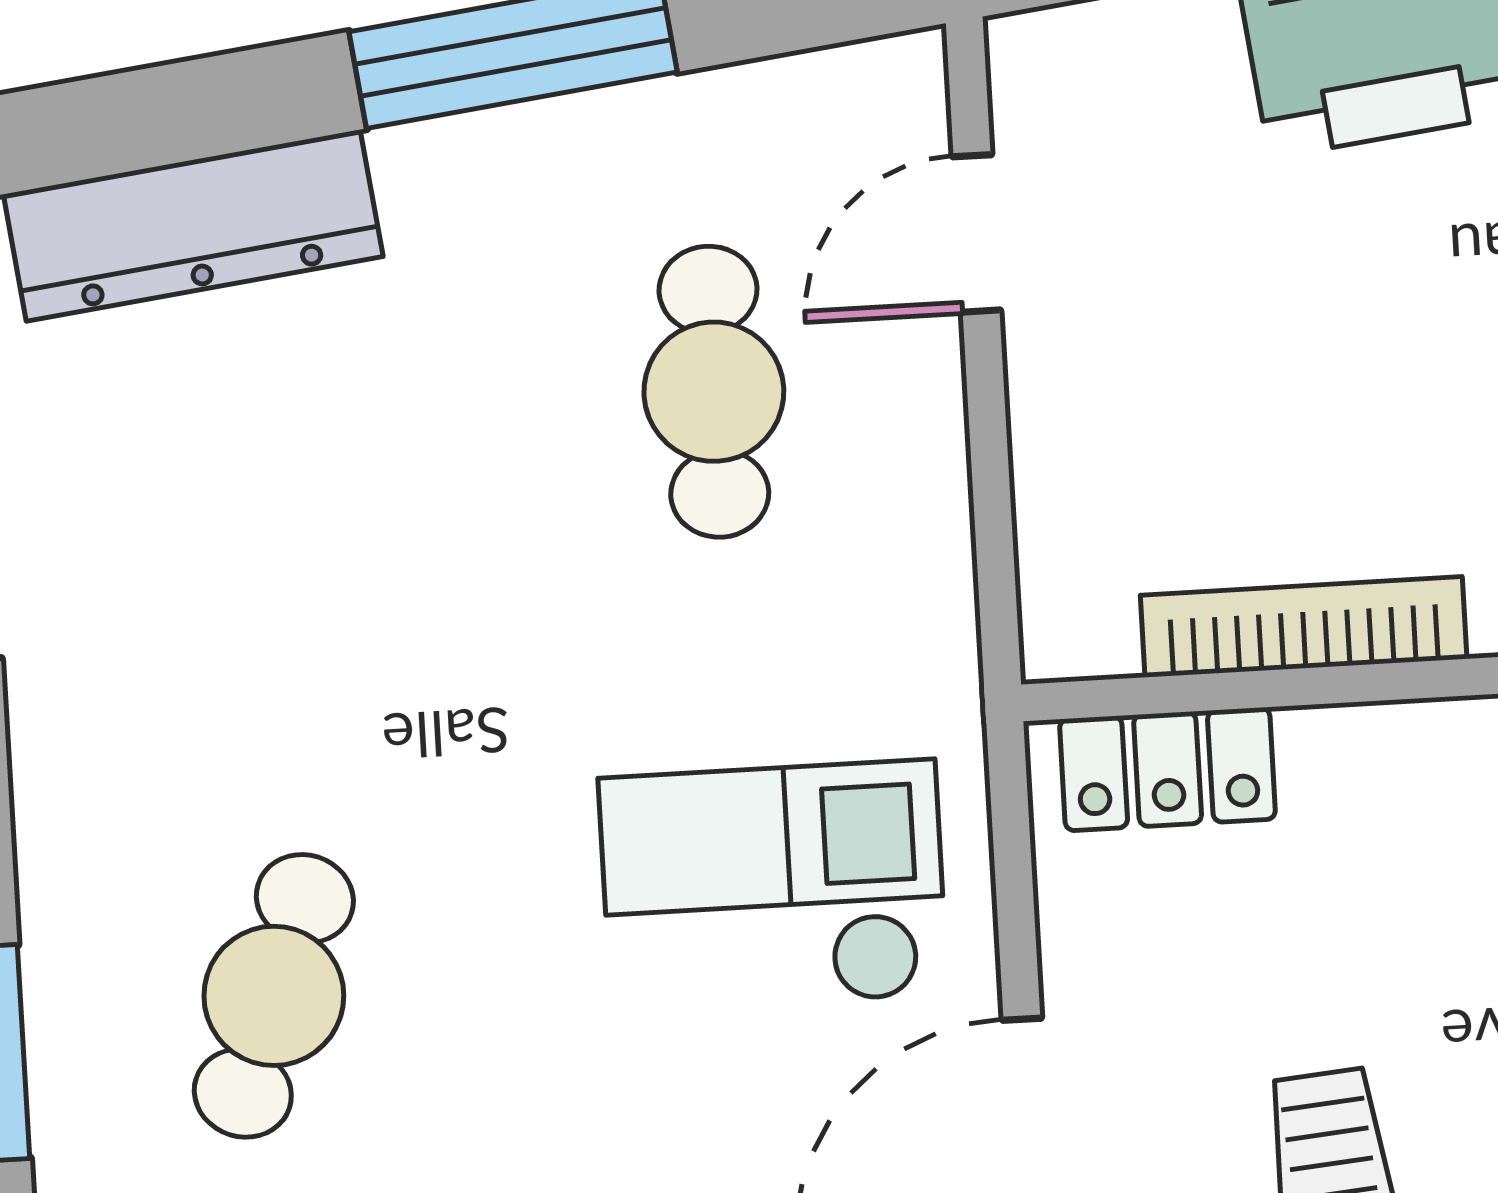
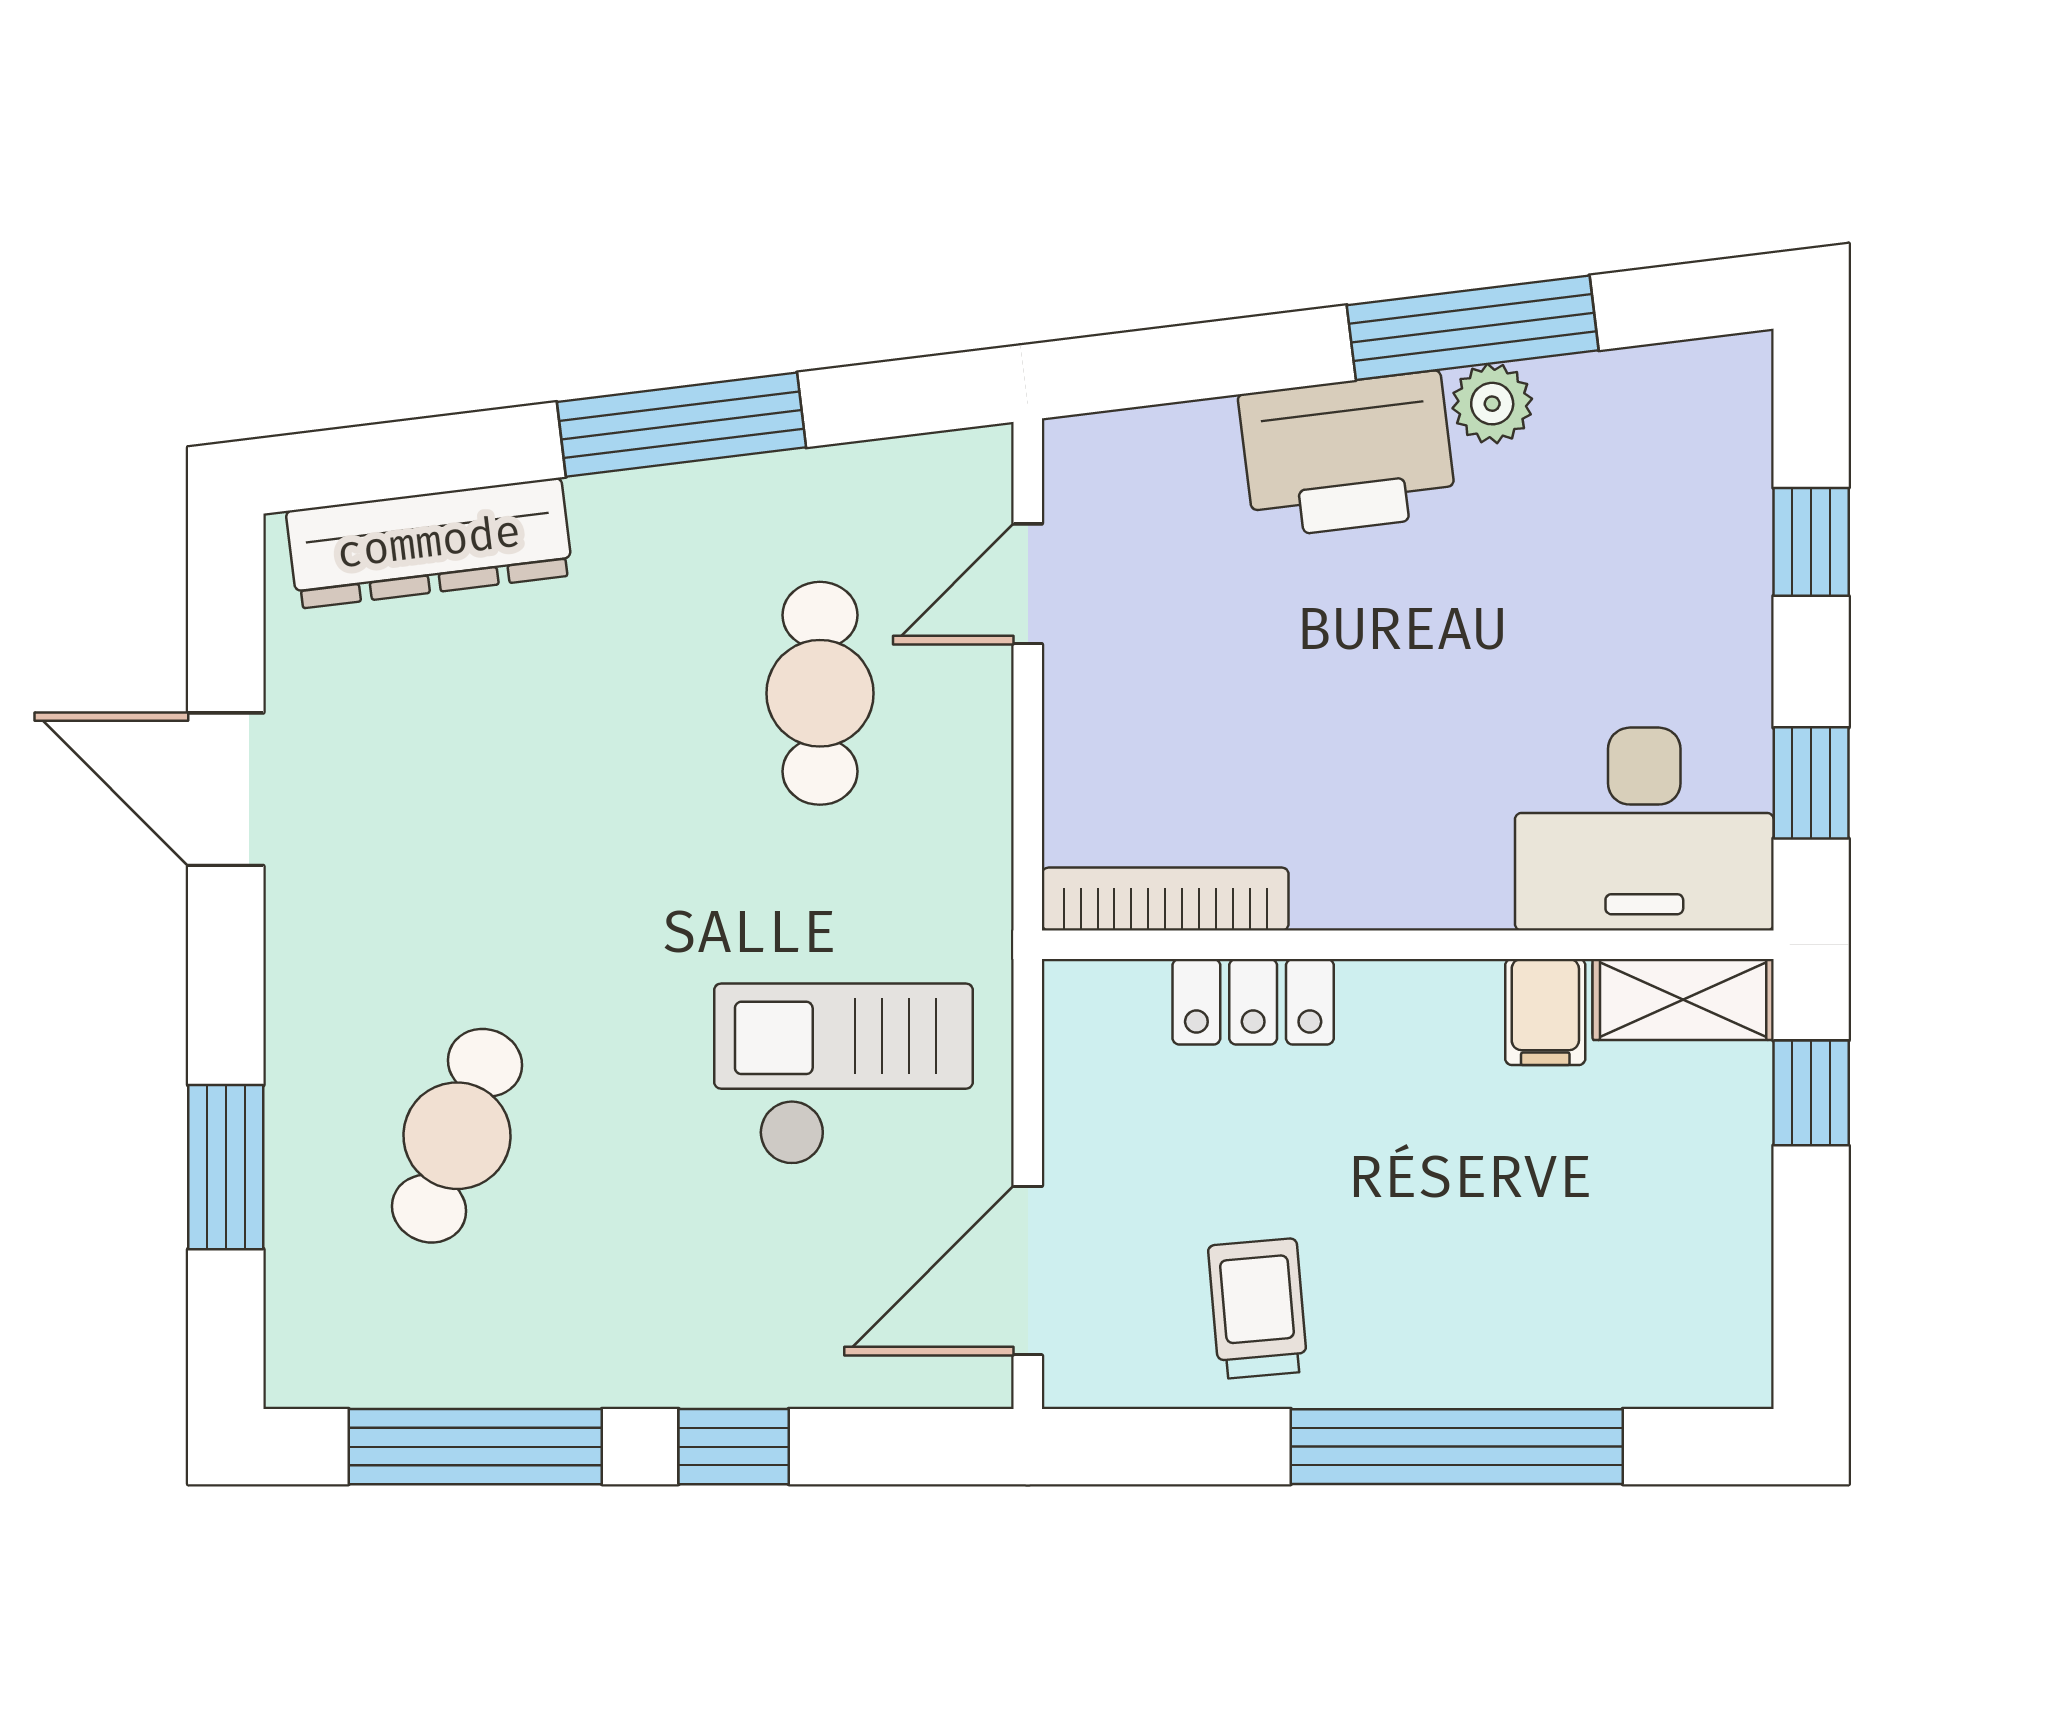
bookcase: (1304, 627) -> (1165, 899), moved
locker: (1168, 769) -> (1253, 1002), moved

